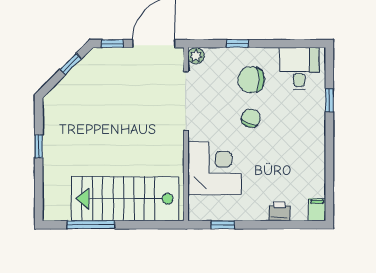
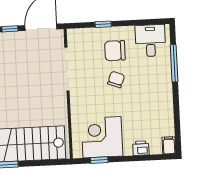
plant: (196, 56) -> (73, 35), removed
window: (329, 100) -> (174, 63), width x2.17
corner desk: (214, 168) -> (102, 137), moved, turned -90

